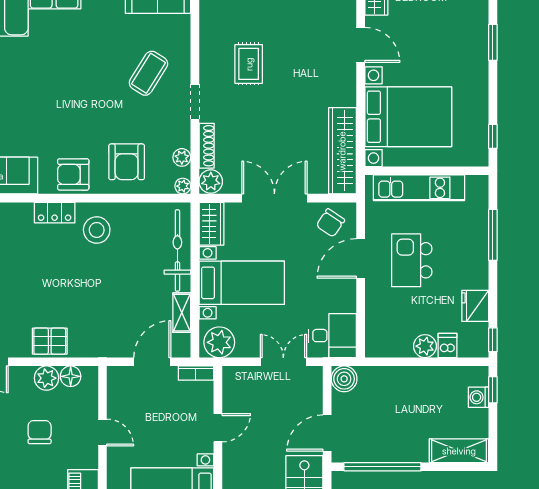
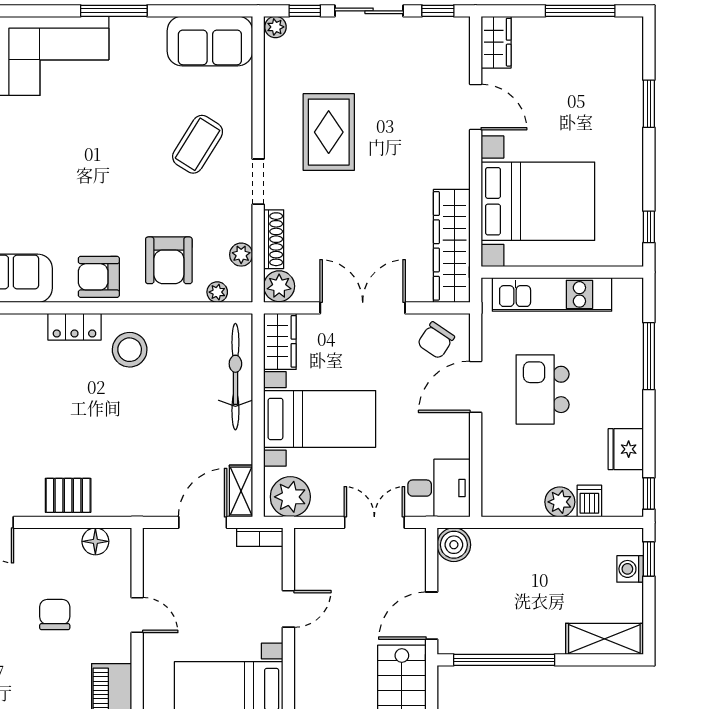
rug: (249, 64) -> (329, 132), width x1.36, depth x1.43
plant: (183, 186) -> (217, 292), moved
shelving: (182, 313) -> (241, 491), moved
plant: (46, 378) -> (64, 544), removed

